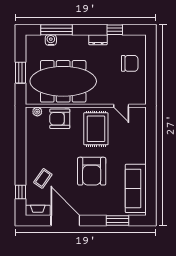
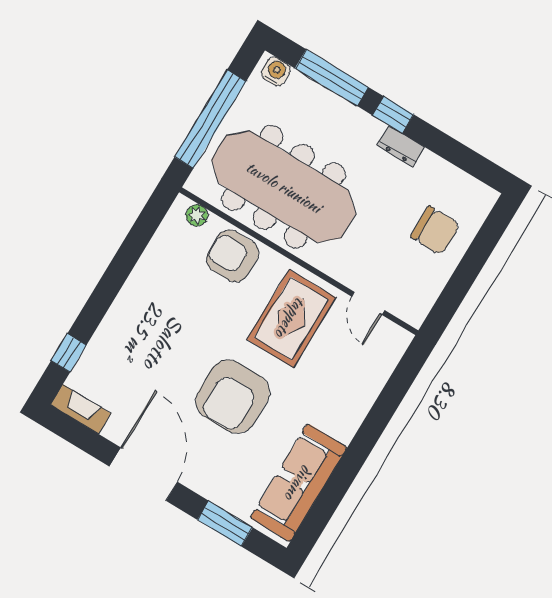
window: (115, 30) -> (393, 115), moved
water cooler: (51, 40) -> (276, 71), moved
window: (21, 73) -> (210, 119), width x2.11
coffee table: (43, 178) -> (129, 353), removed
door: (65, 220) -> (143, 474), moved

